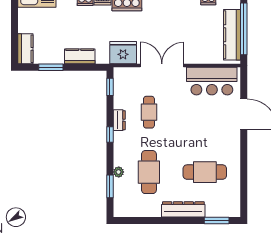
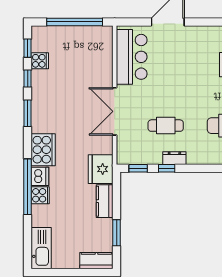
kitchen counter: (232, 35) -> (81, 35), removed
fridge: (123, 53) -> (101, 169), moved
window: (110, 135) -> (167, 168), moved

